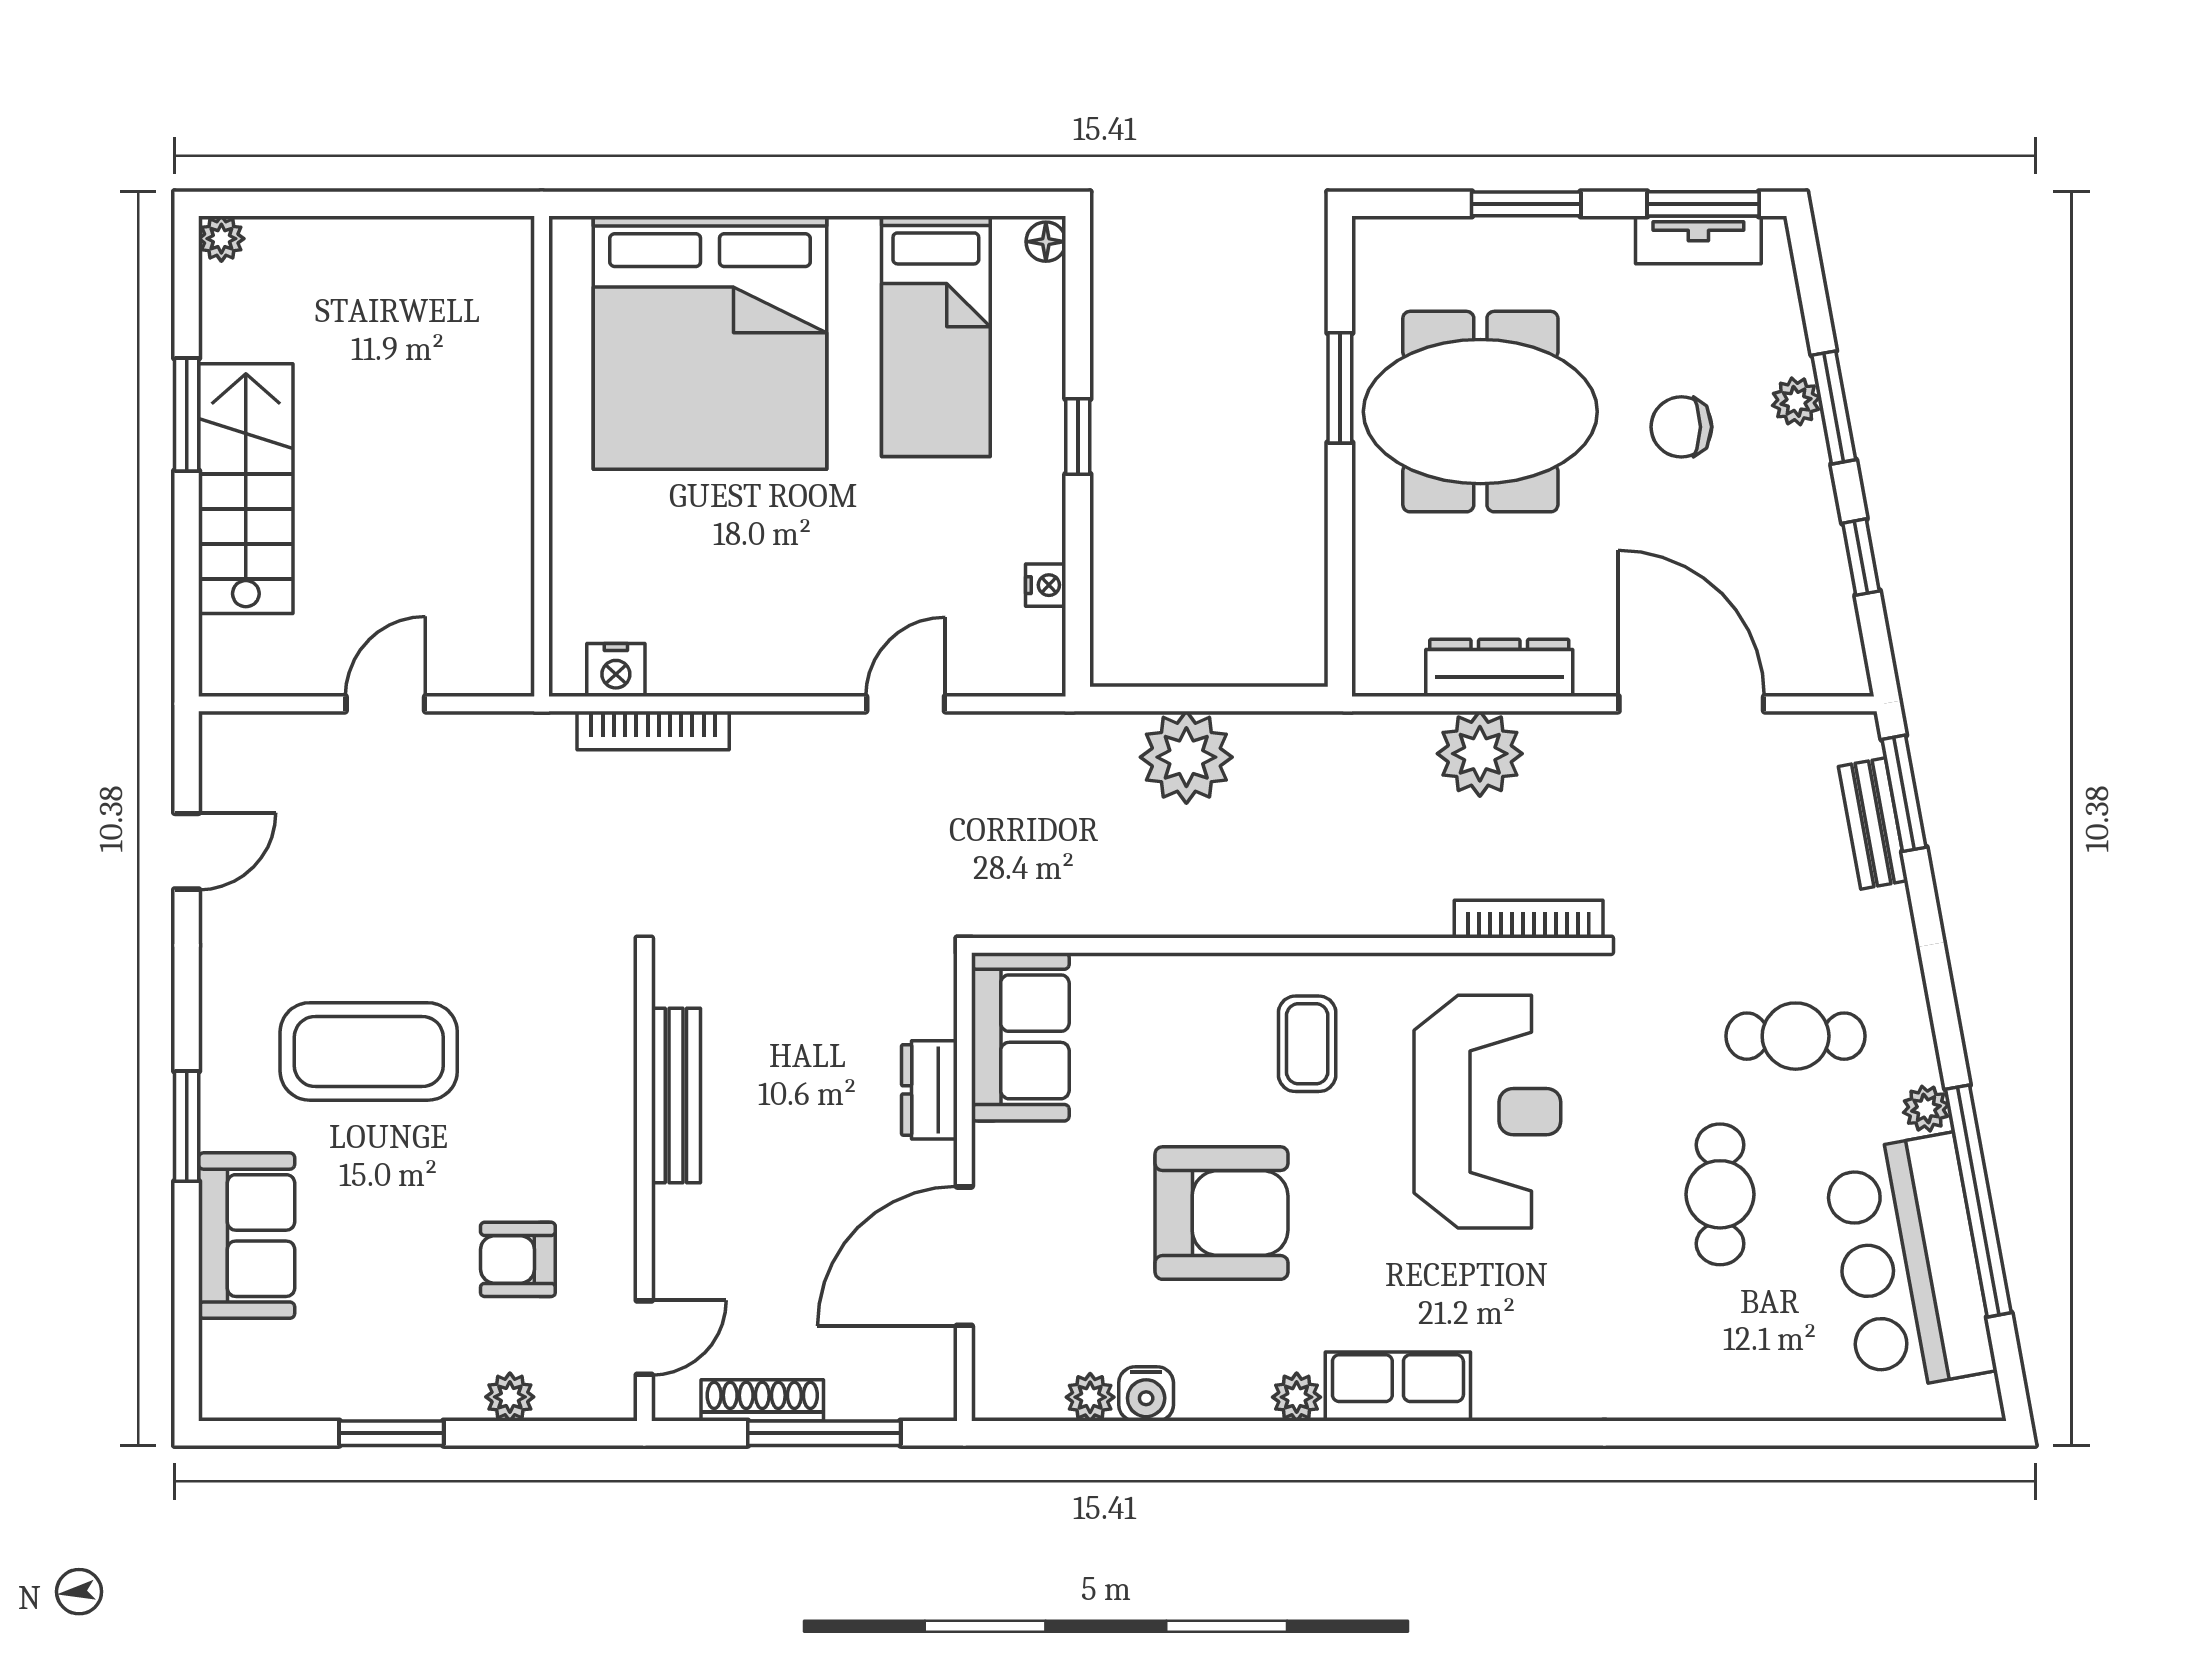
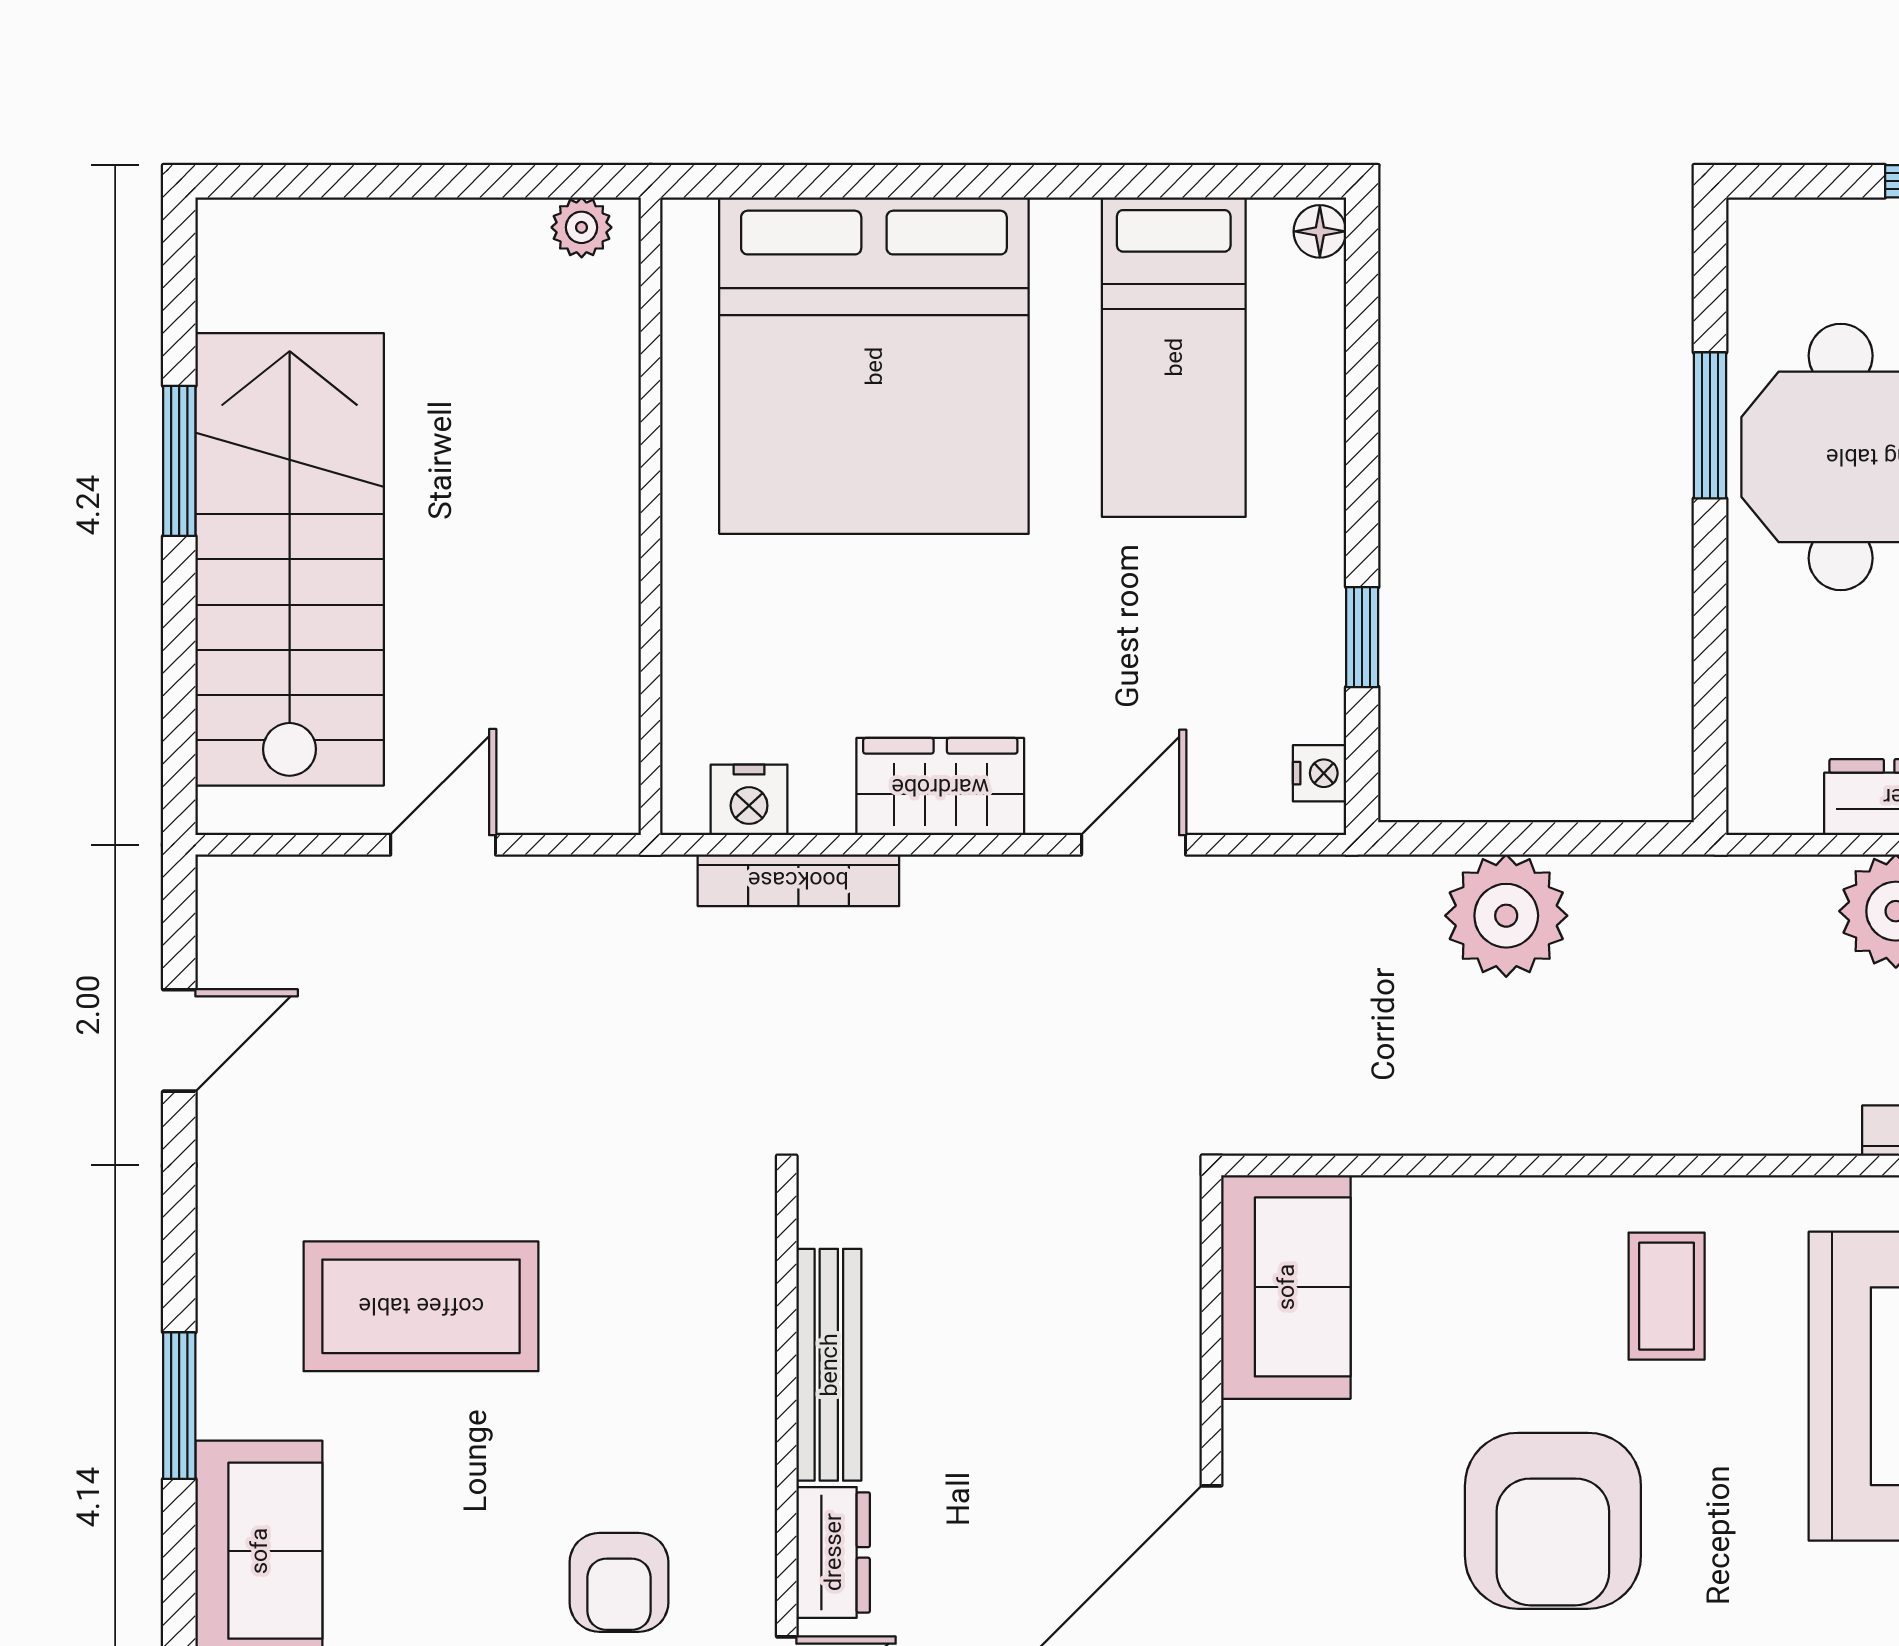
plant: (221, 239) -> (582, 227), moved
window: (1078, 436) -> (1362, 637), moved
stairs: (246, 489) -> (290, 559), width x1.36, depth x1.51
nightstand: (1046, 585) -> (1320, 773), moved
wardrobe: (760, 660) -> (940, 787), added
dresser: (929, 1090) -> (833, 1552), moved, turned 180
armchair: (1221, 1213) -> (1553, 1521), turned 90
armchair: (518, 1259) -> (619, 1582), turned -90

